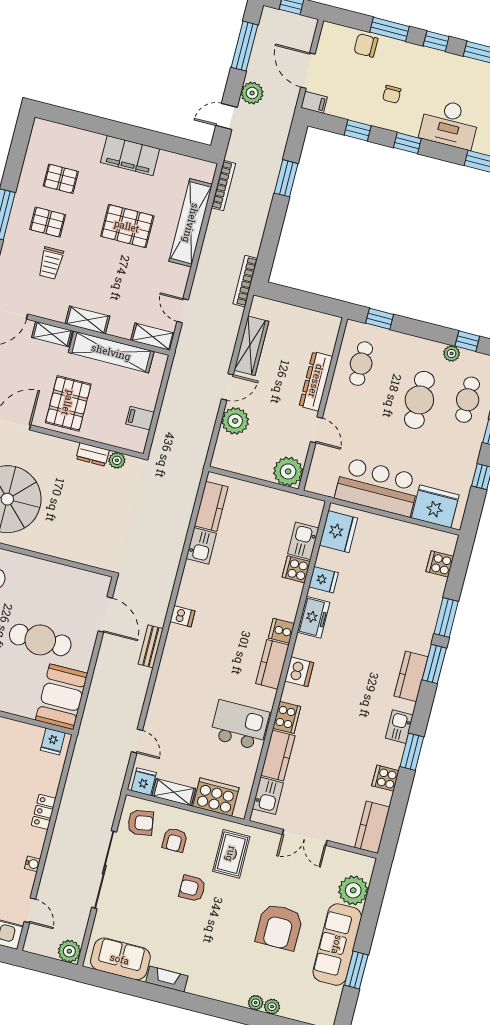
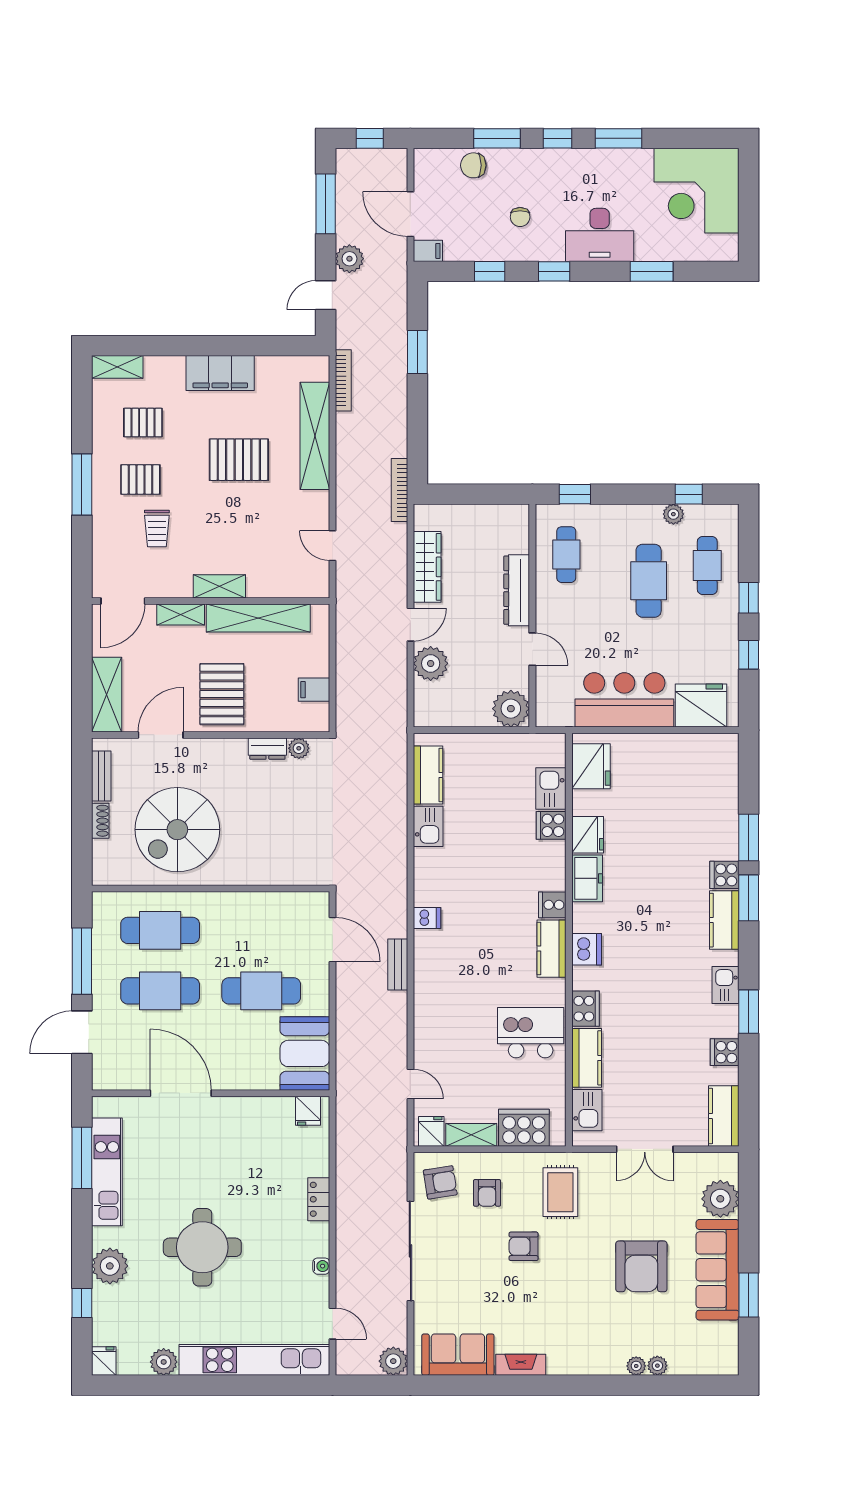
shelving: (153, 337) -> (117, 367), moved
cooker: (440, 564) -> (724, 875), moved
fridge: (324, 580) -> (588, 835), width x1.38

